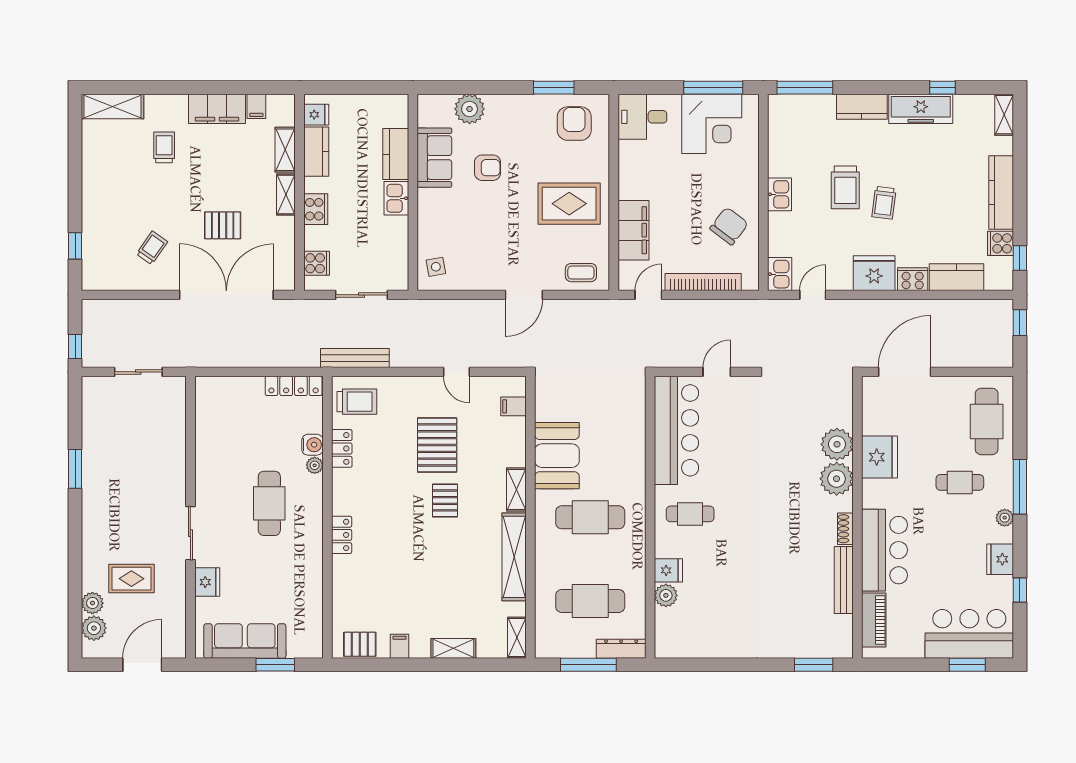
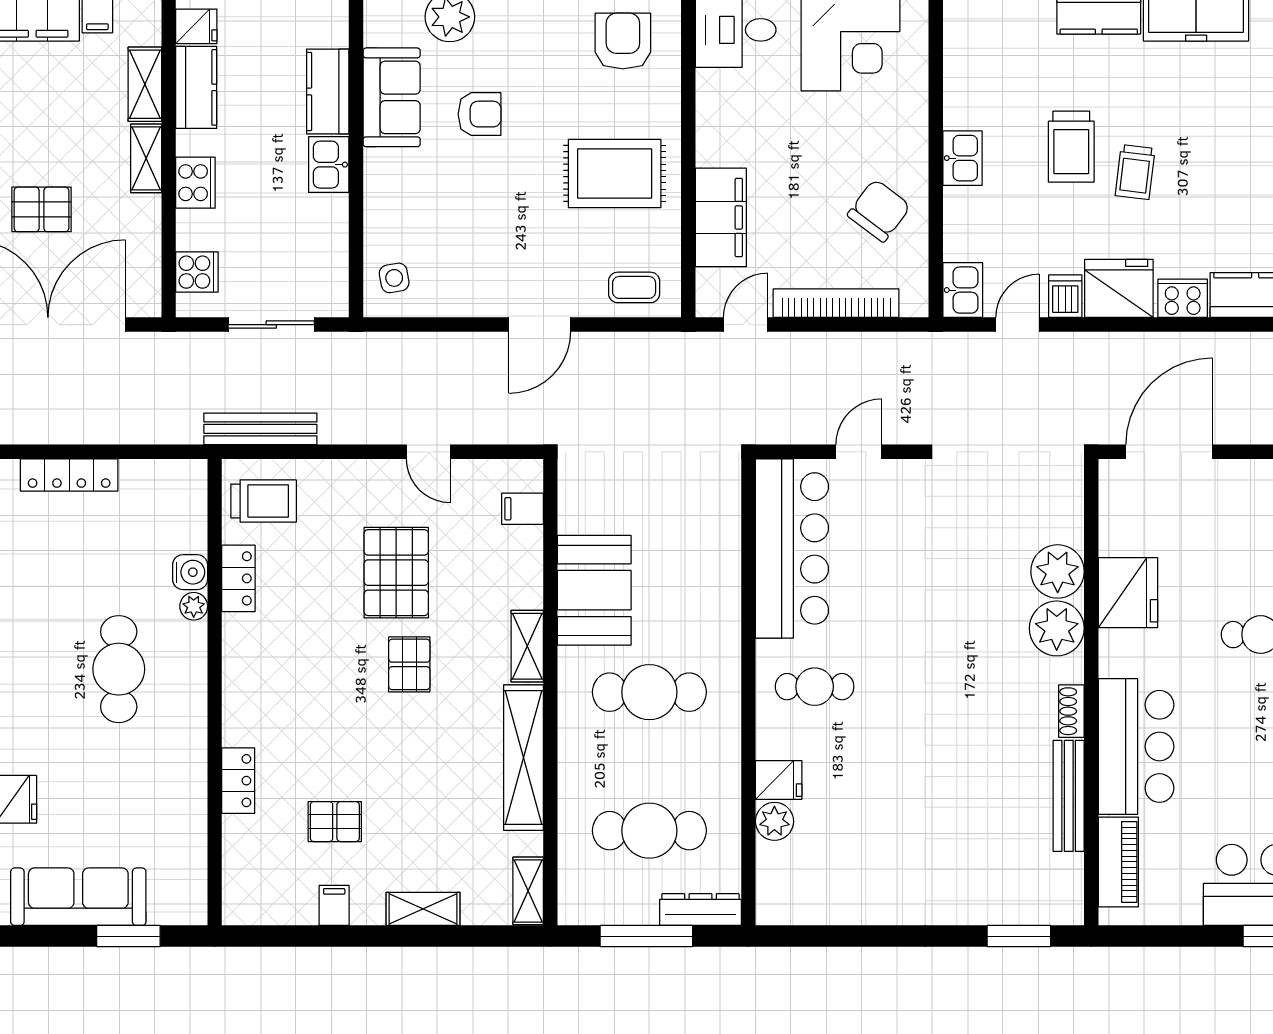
dishwasher: (842, 278) -> (1065, 296), added
locker: (294, 386) -> (69, 475), moved
locker: (342, 535) -> (238, 781), moved
pallet: (360, 644) -> (335, 822), moved

